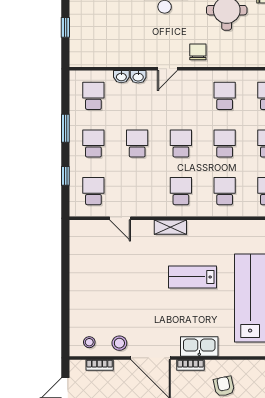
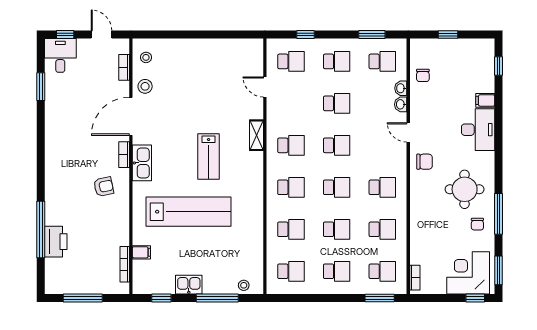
chair: (108, 54) -> (423, 75), added
window: (65, 128) -> (372, 35), moved
door: (120, 218) -> (265, 87), hinge flipped
lab bench: (192, 277) -> (209, 156), turned 180

